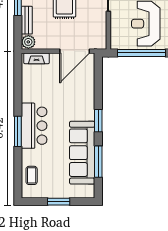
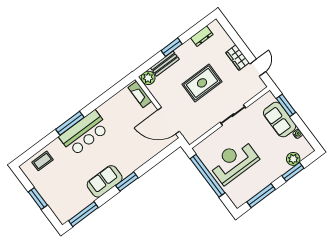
sofa: (82, 153) -> (105, 181), width x0.54, depth x0.79
window: (98, 162) -> (83, 214), moved

